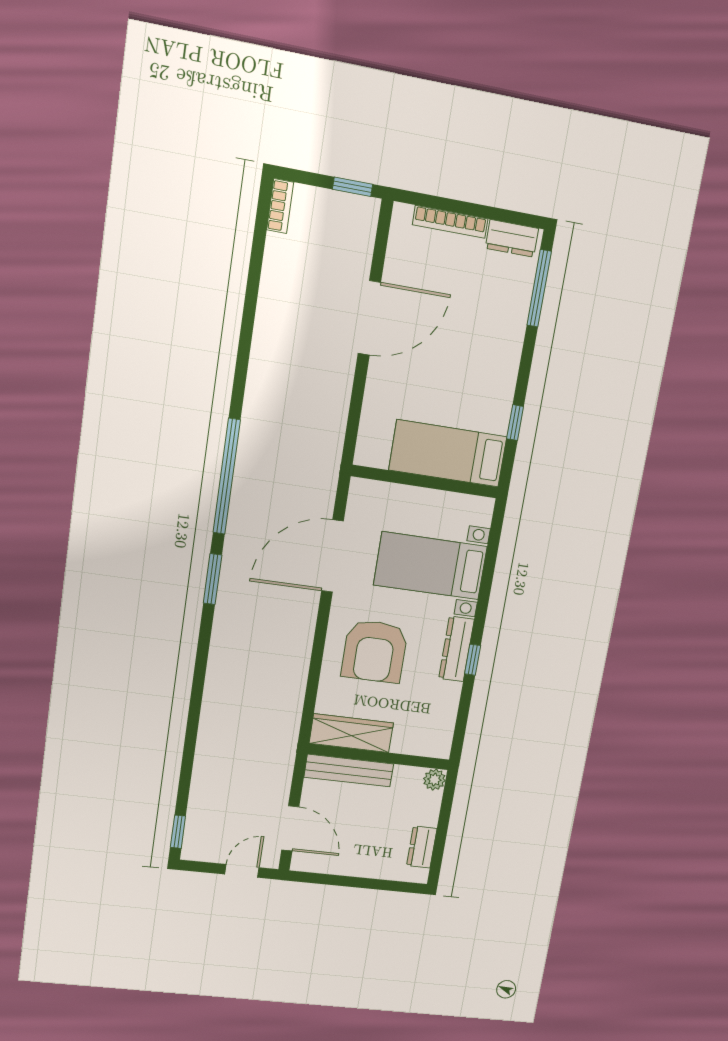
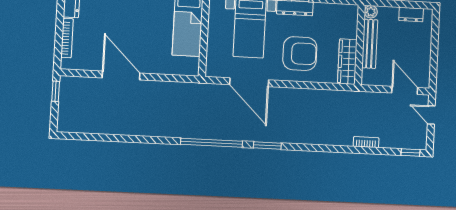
bookcase: (280, 206) -> (366, 142), moved
bench: (349, 771) -> (370, 44), moved
door: (290, 828) -> (405, 90), hinge flipped

